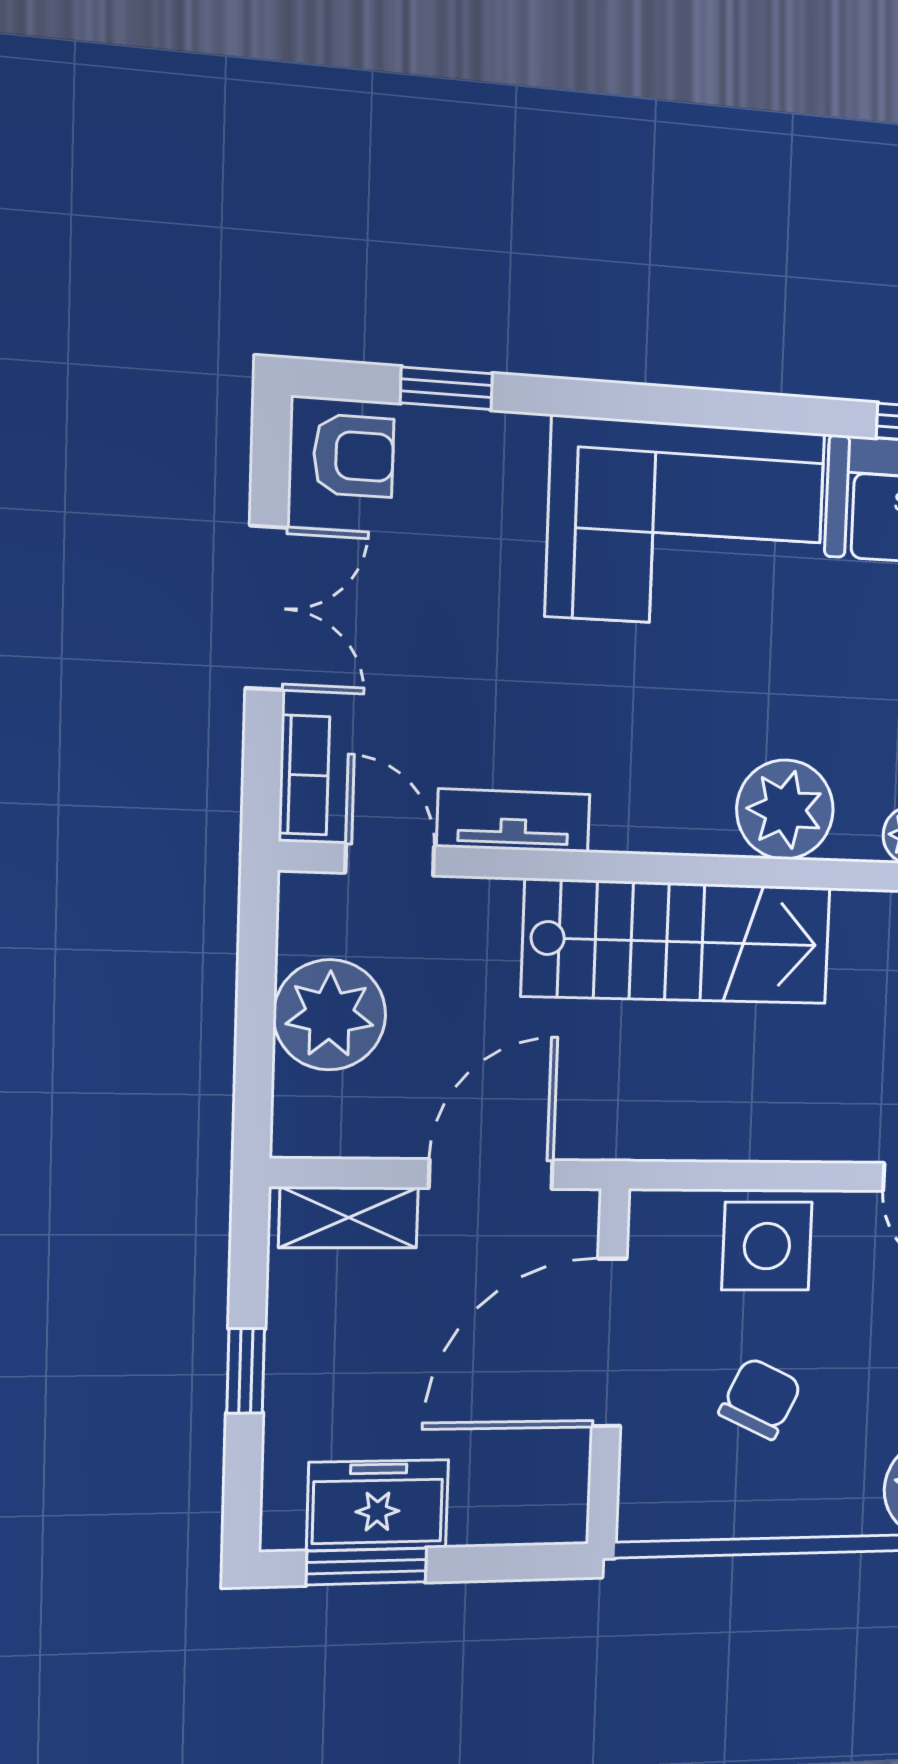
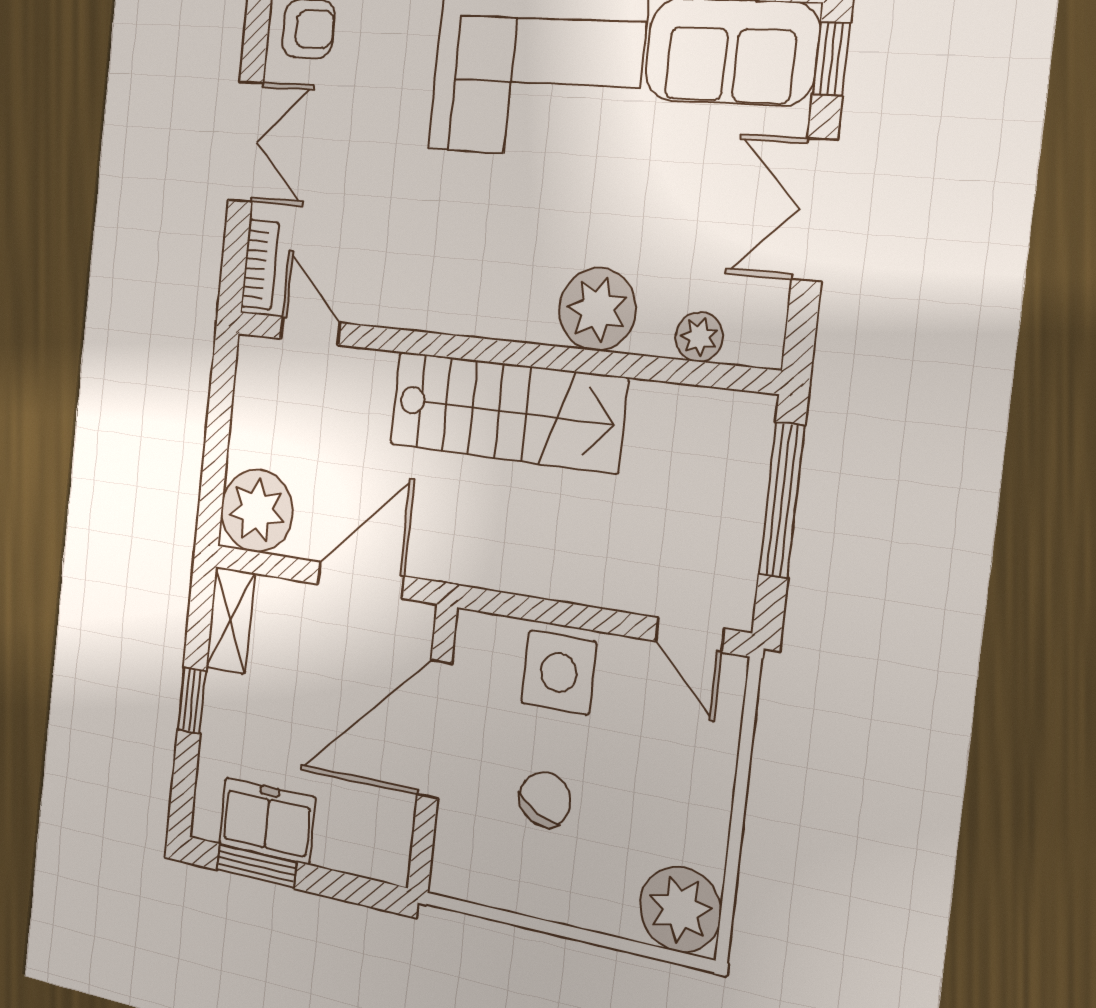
tv unit: (513, 821) -> (395, 306), removed
plant: (330, 1015) -> (257, 511), moved
shelving: (349, 1217) -> (230, 620), moved, turned 90

